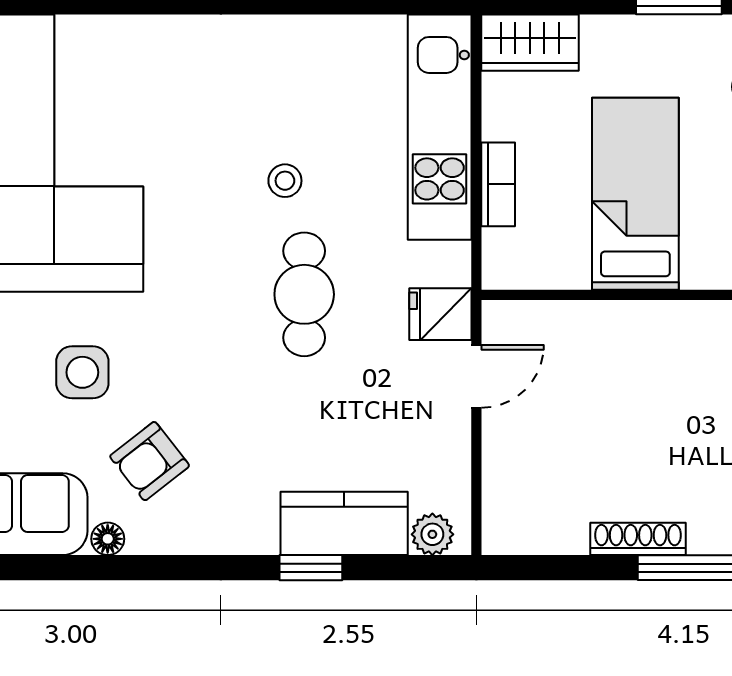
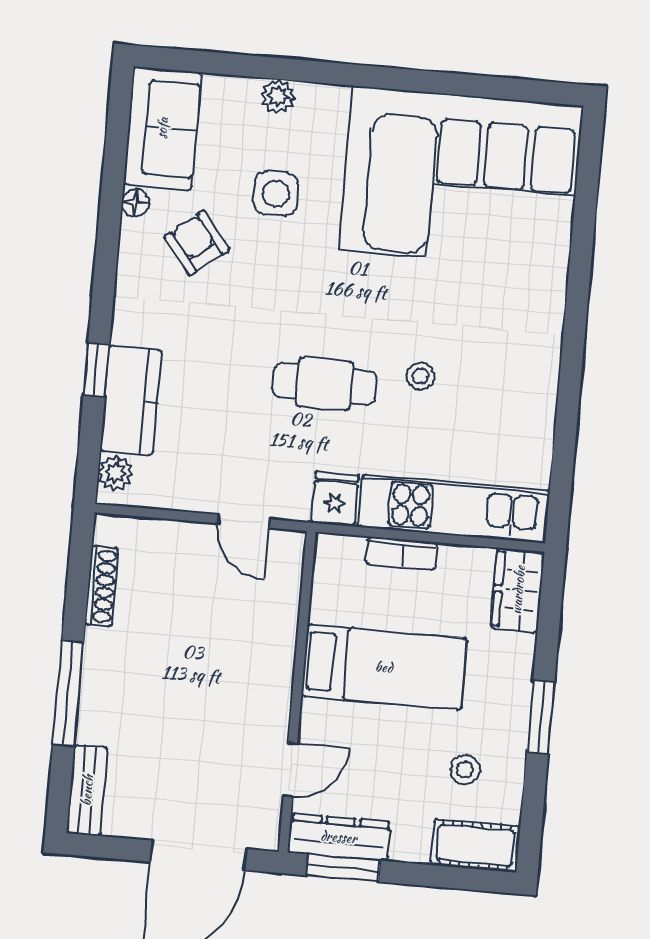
fridge: (440, 314) -> (335, 499), moved
shoe rack: (638, 539) -> (102, 586), moved

